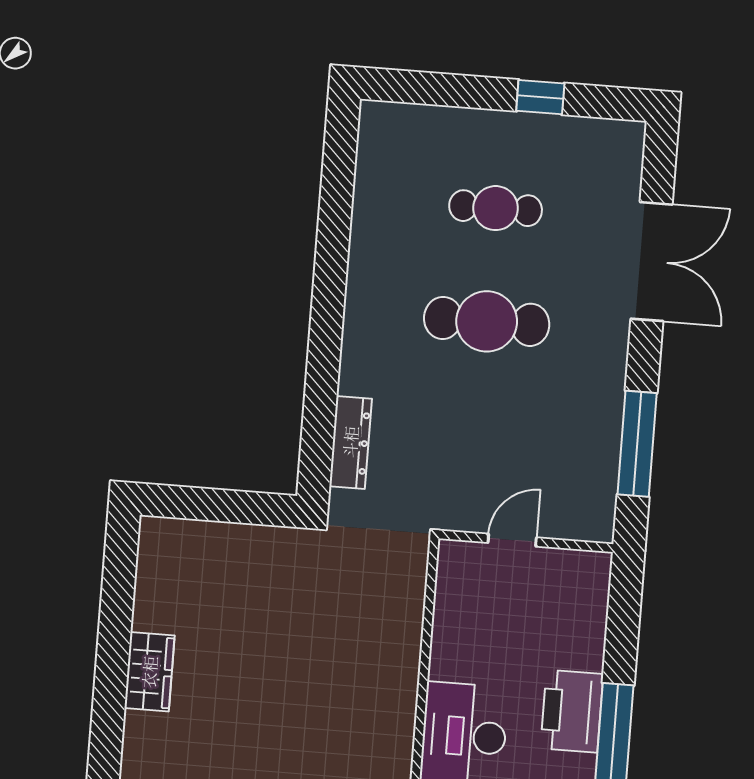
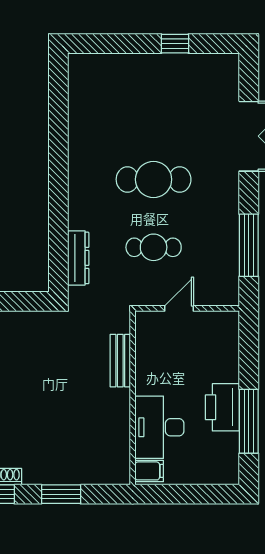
cafe table: (496, 208) -> (154, 247), moved
bench: (407, 620) -> (120, 361), added

